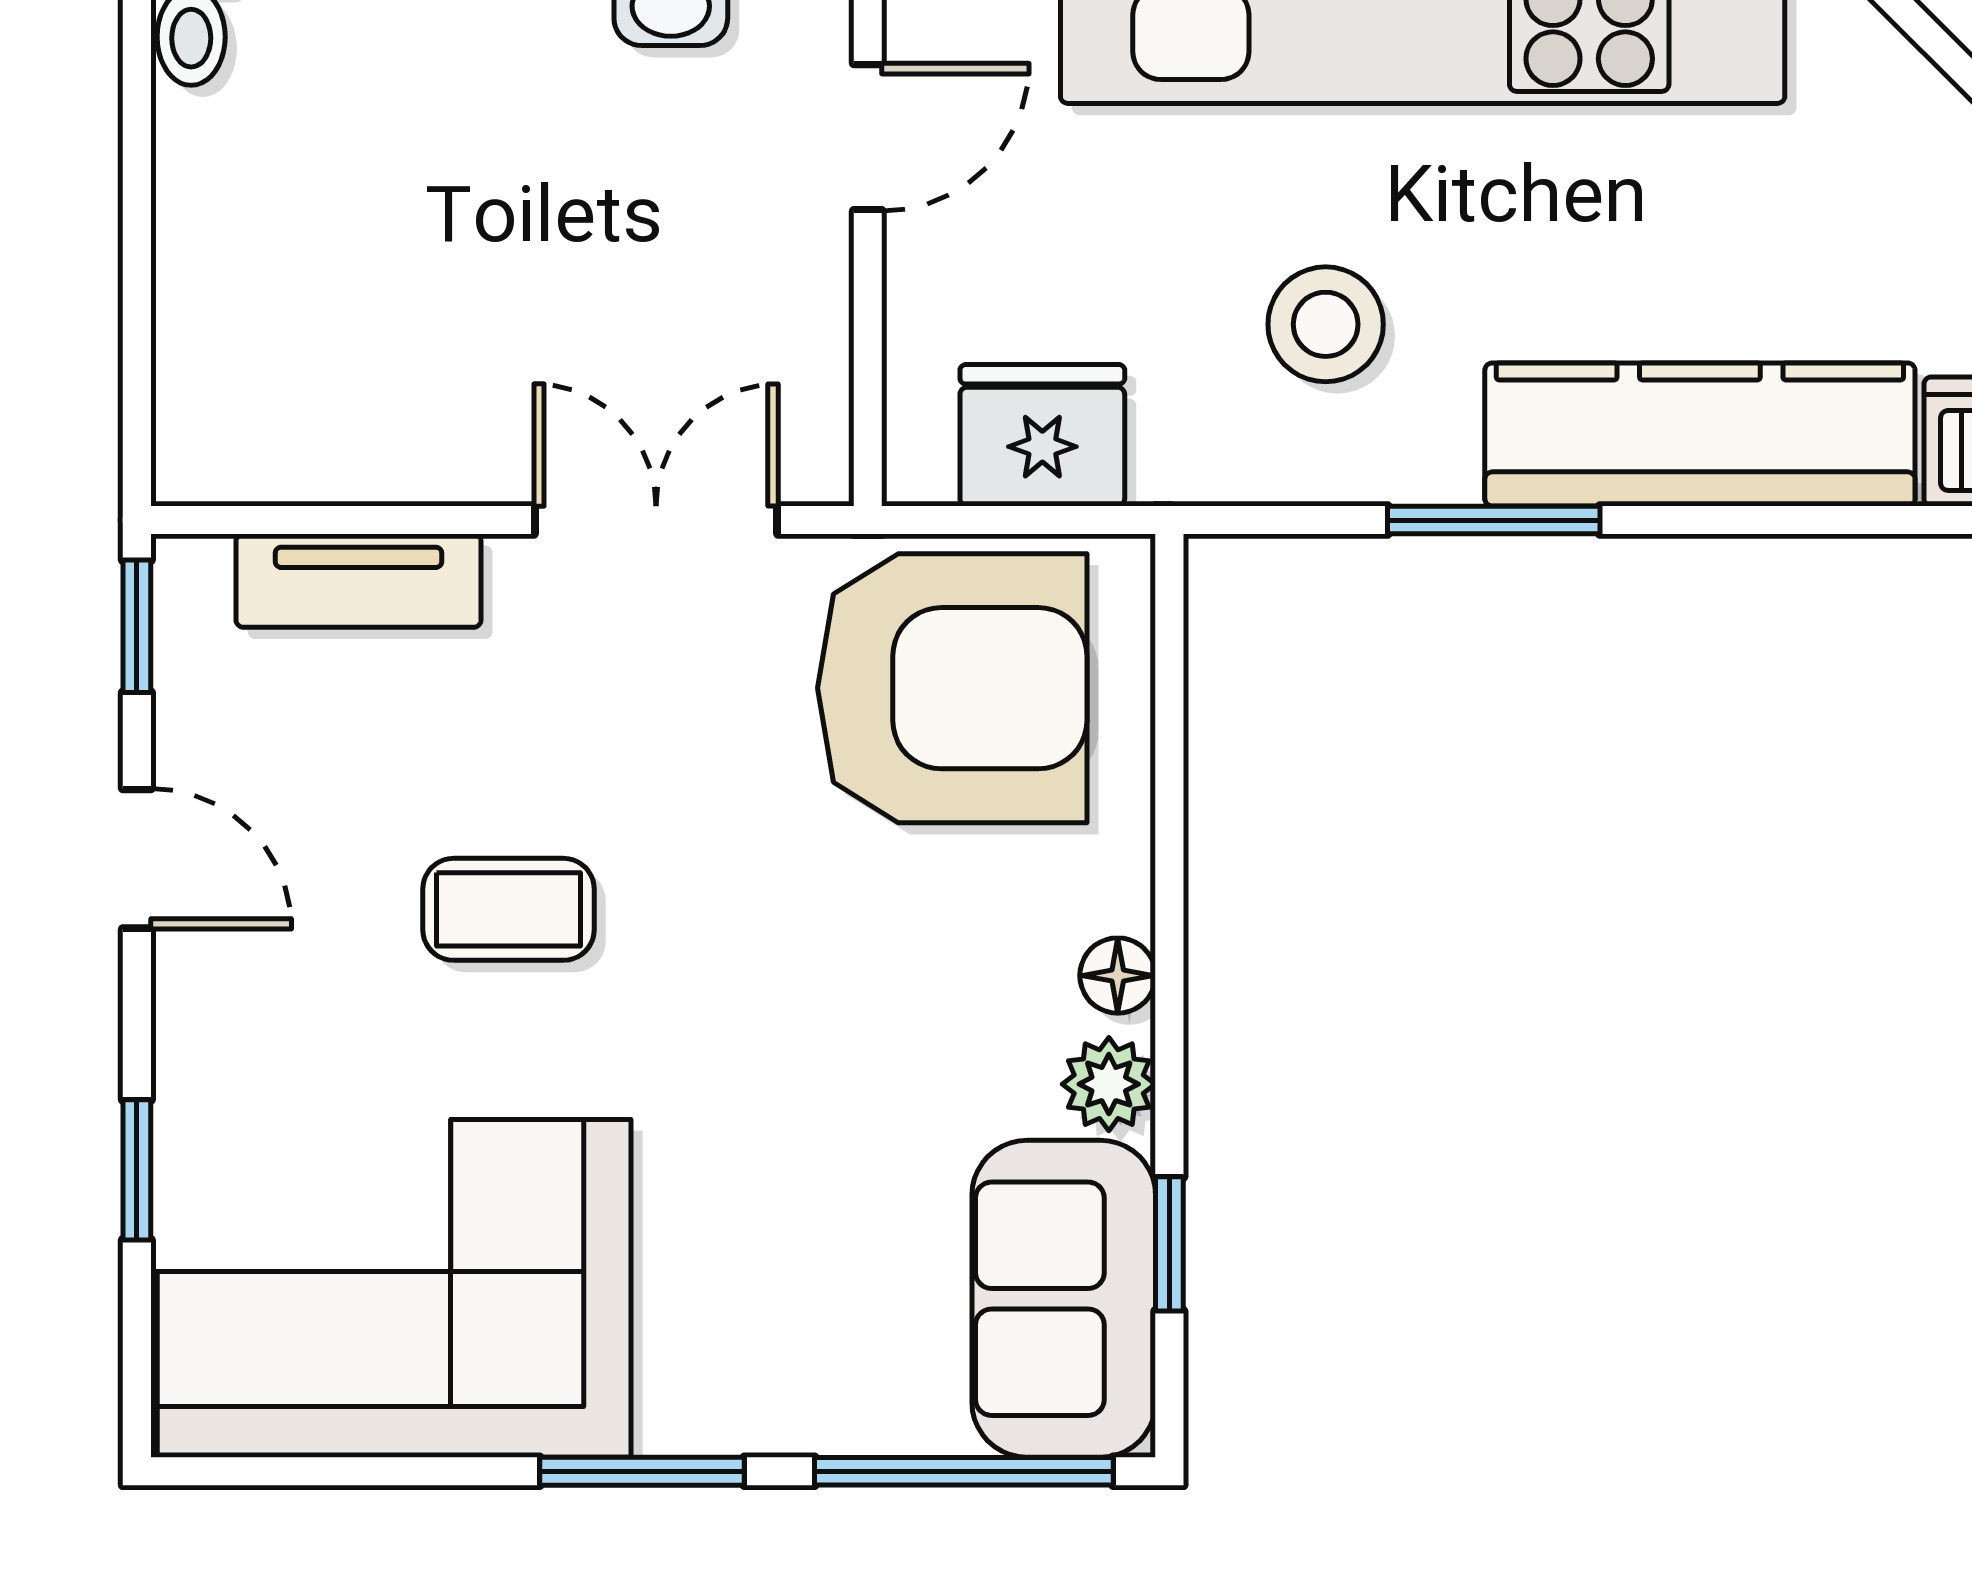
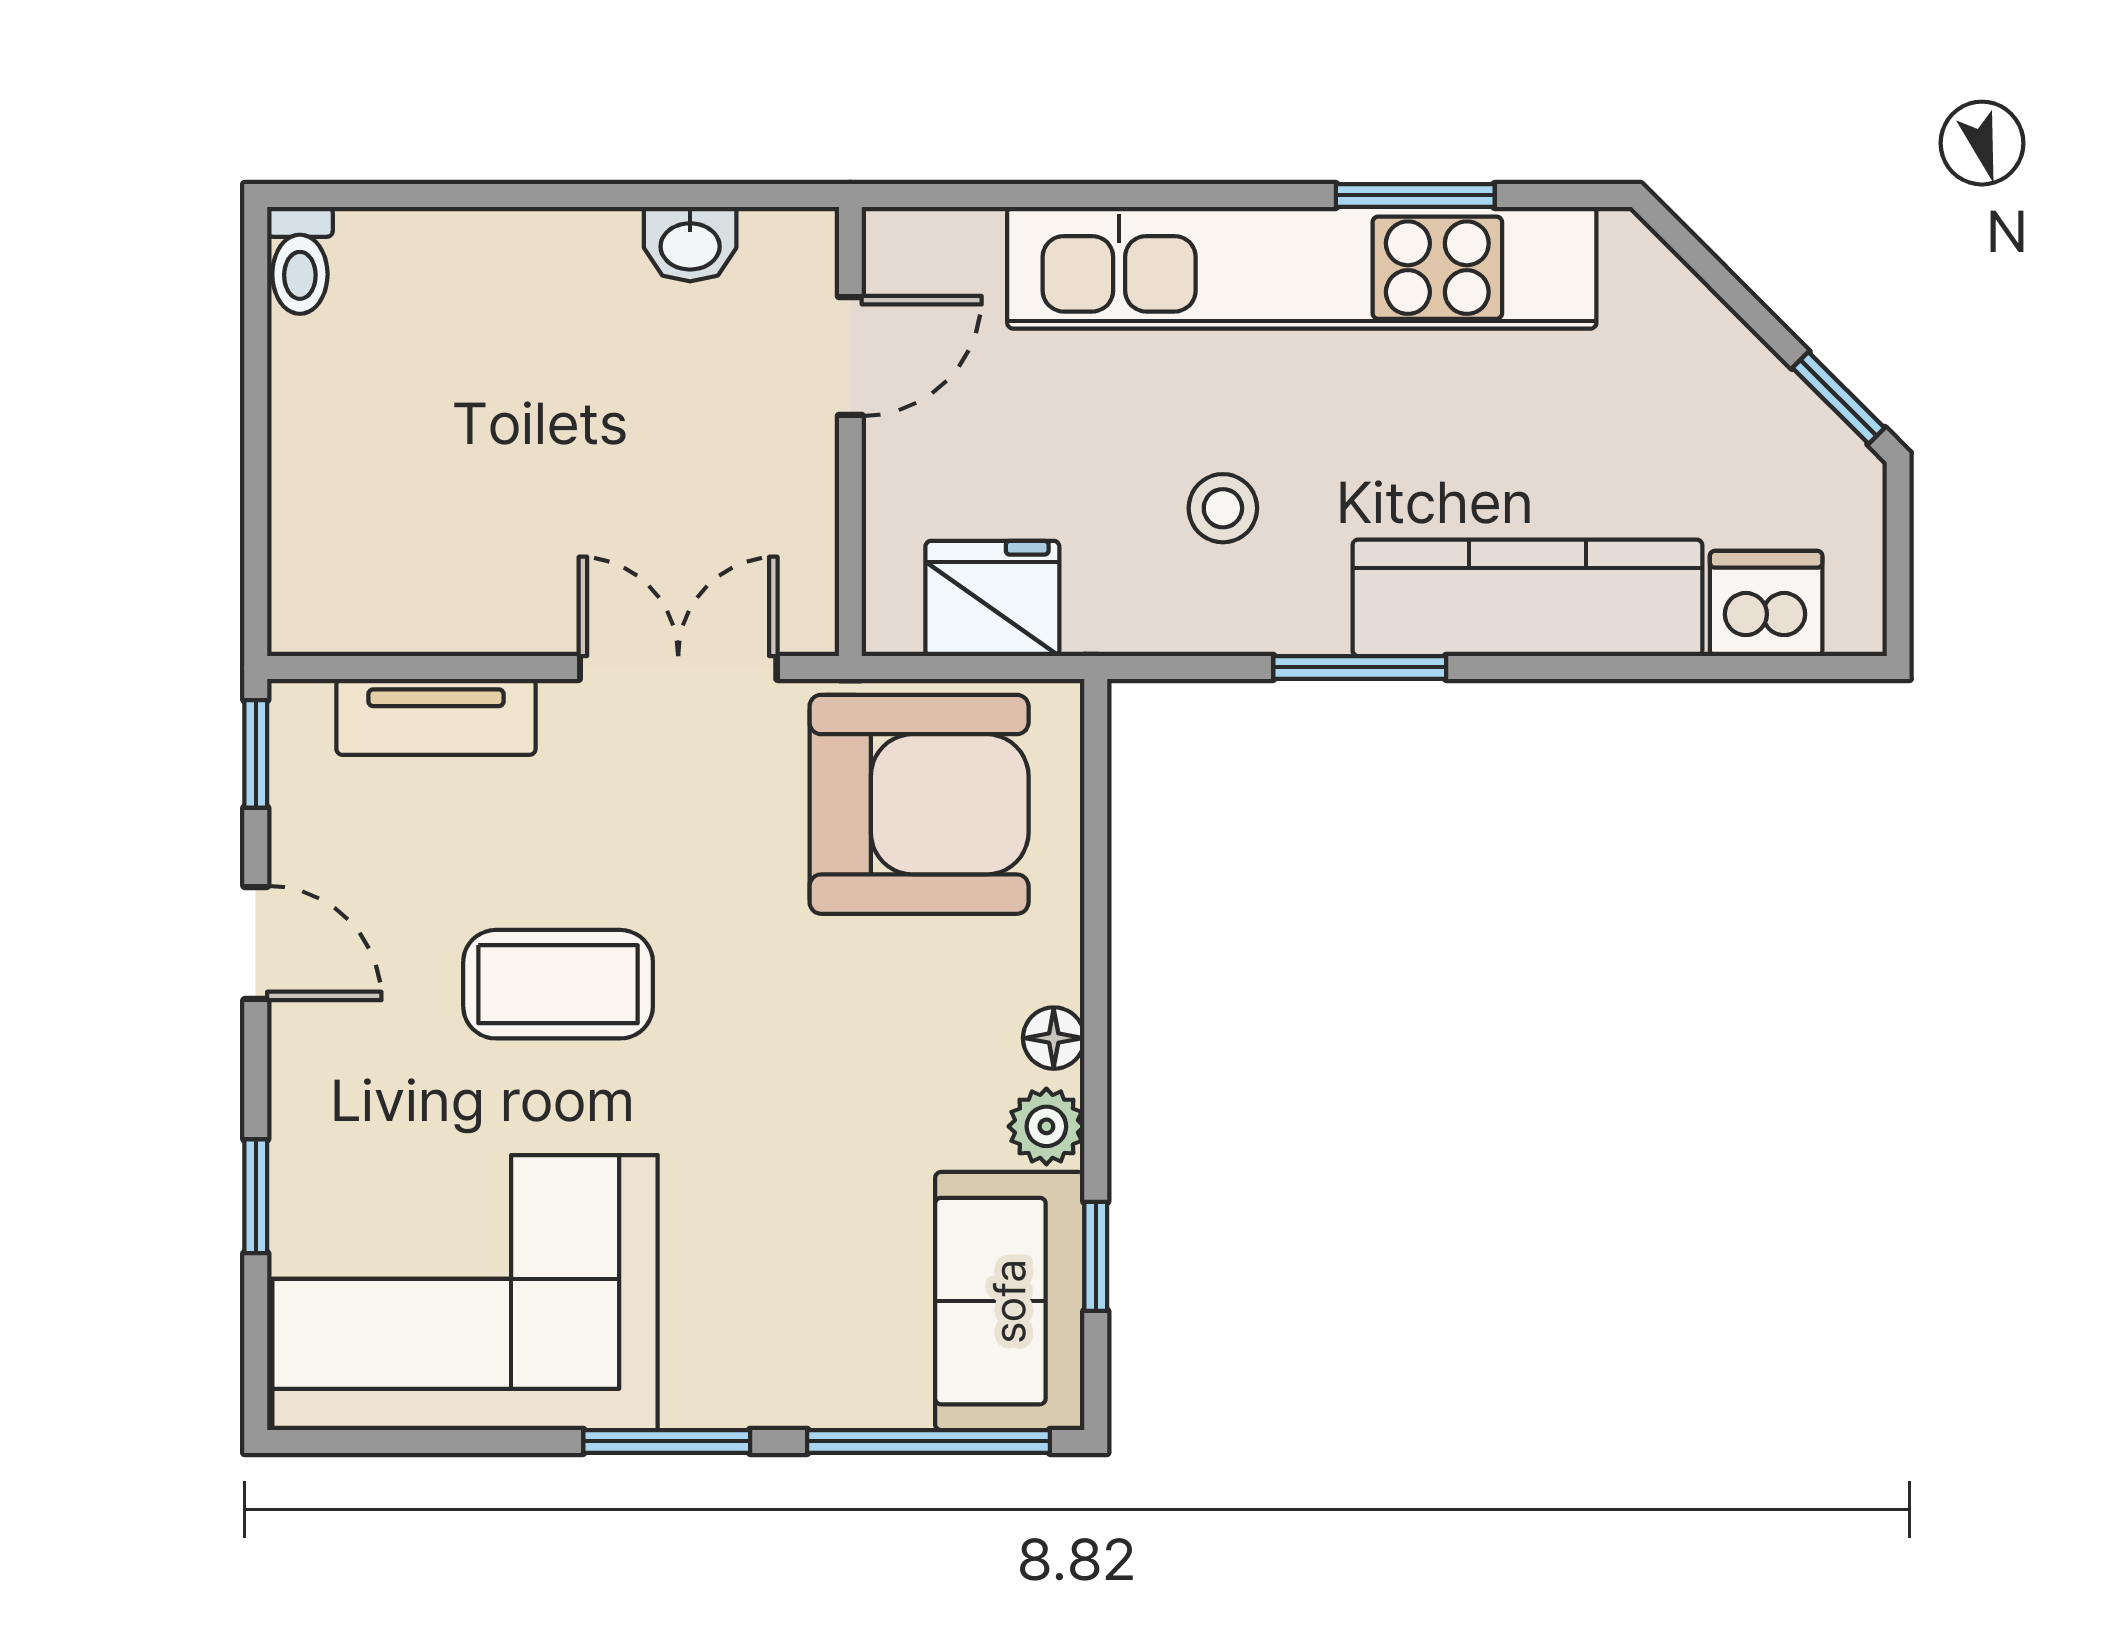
stool: (1326, 324) -> (1223, 508), width x0.73, depth x0.73
coffee table: (508, 909) -> (558, 984), width x1.36, depth x1.30

